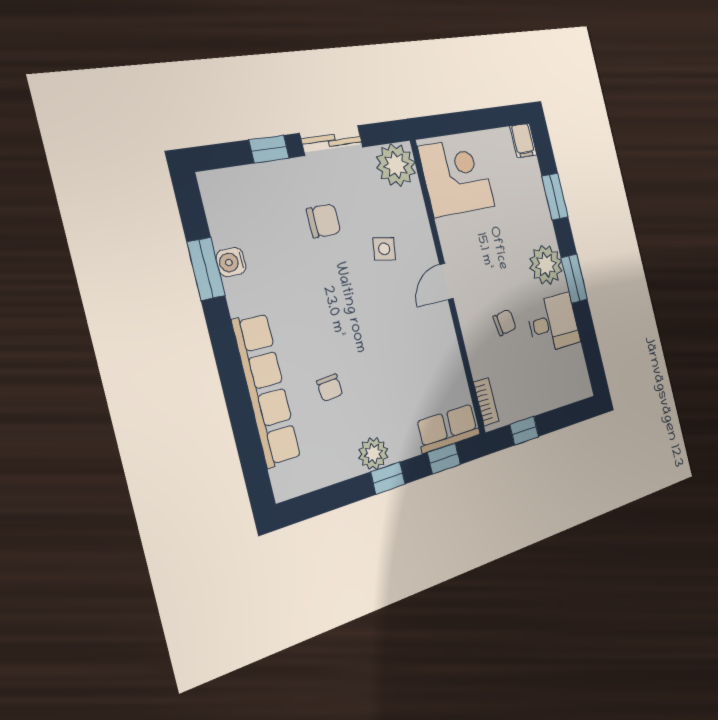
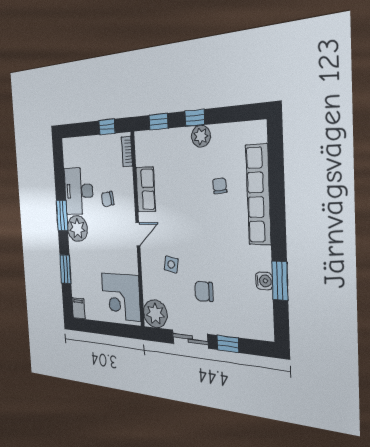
desk: (553, 323) -> (79, 191), width x1.37
row of seats: (448, 428) -> (146, 189), moved, turned -90

